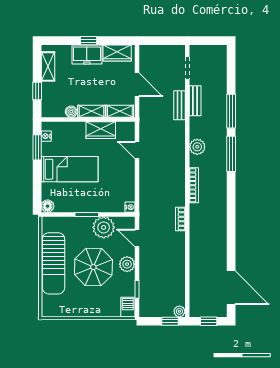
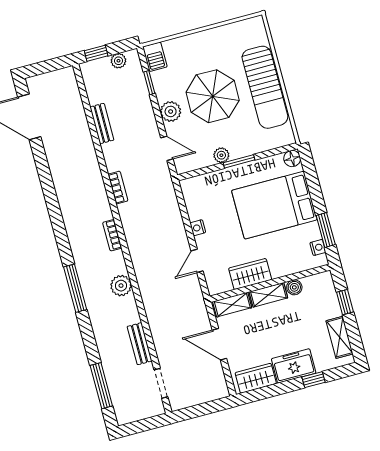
window: (89, 41) -> (314, 380), moved
bench: (180, 105) -> (102, 123), moved
window: (231, 111) -> (101, 386), moved
door: (137, 150) -> (197, 261), swing flipped
bed: (70, 169) -> (274, 205), width x1.50
bookcase: (194, 185) -> (112, 235), width x0.64
nightstand: (130, 207) -> (198, 228), moved
plant: (104, 227) -> (221, 155), width x0.53, depth x0.53
sun lounger: (53, 263) -> (265, 87), turned 180
plant: (179, 311) -> (118, 61), moved
window: (209, 321) -> (47, 66), removed

